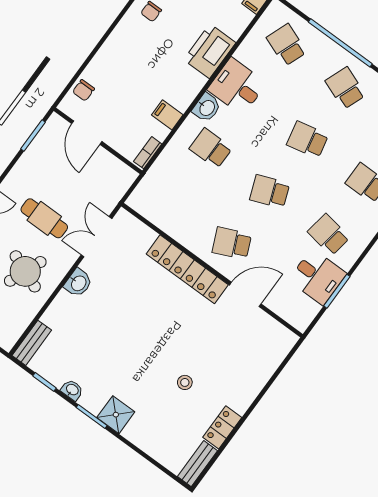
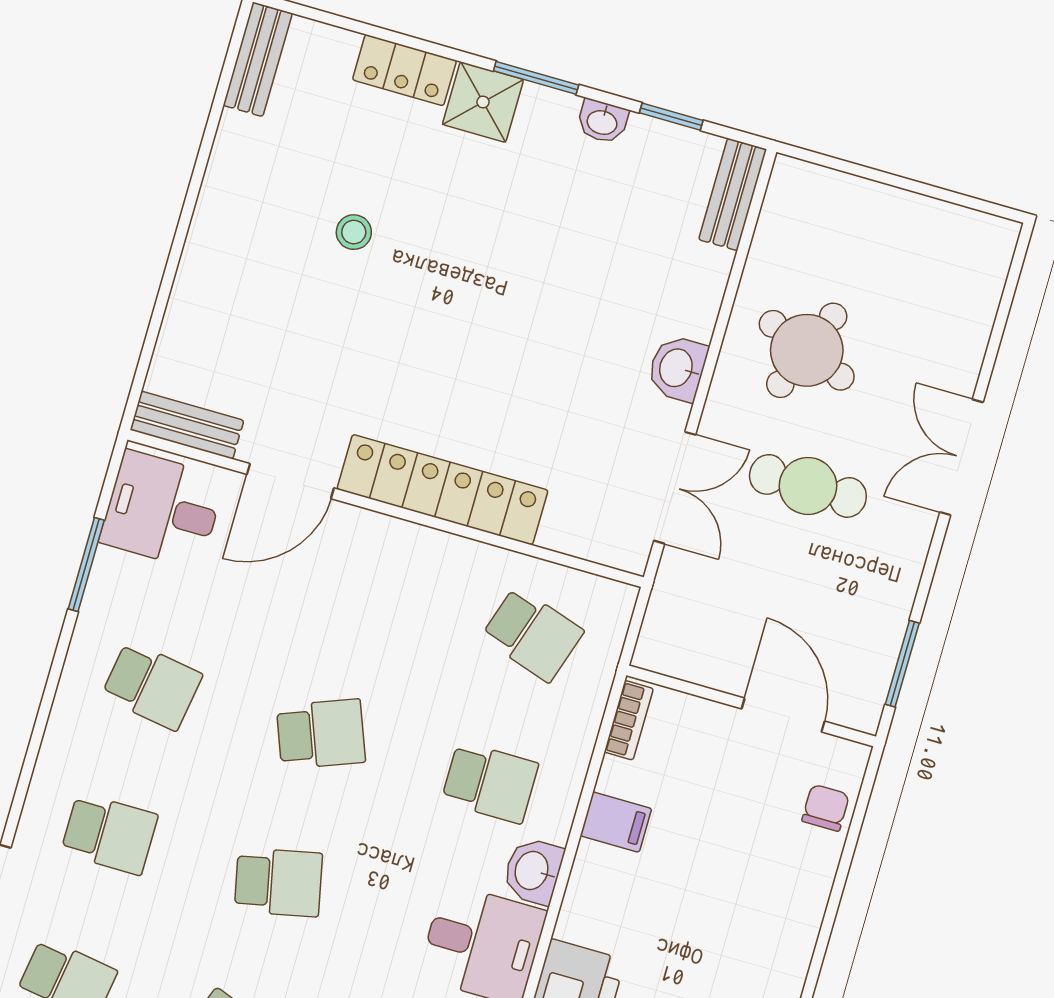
school desk: (232, 243) -> (532, 634), moved, turned 42
desk: (318, 277) -> (162, 510), moved
bench: (278, 331) -> (187, 425), added
locker: (222, 427) -> (404, 70), moved, turned 90

